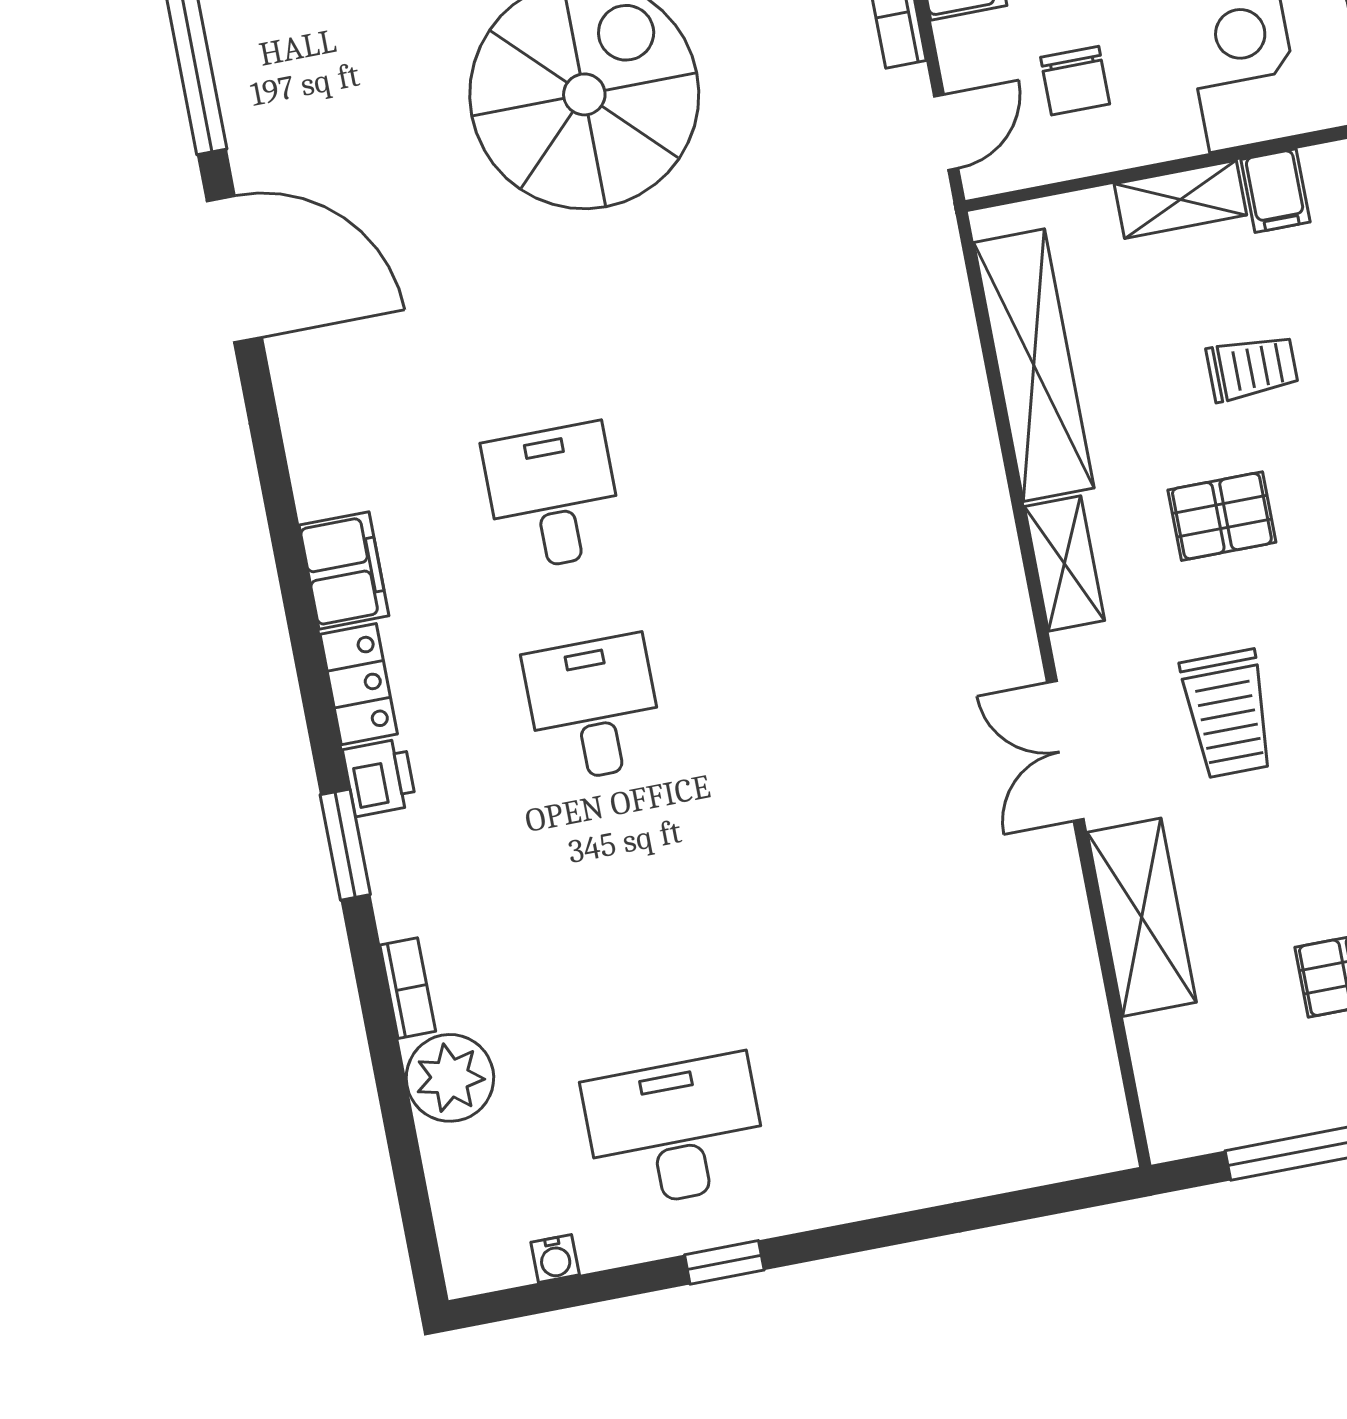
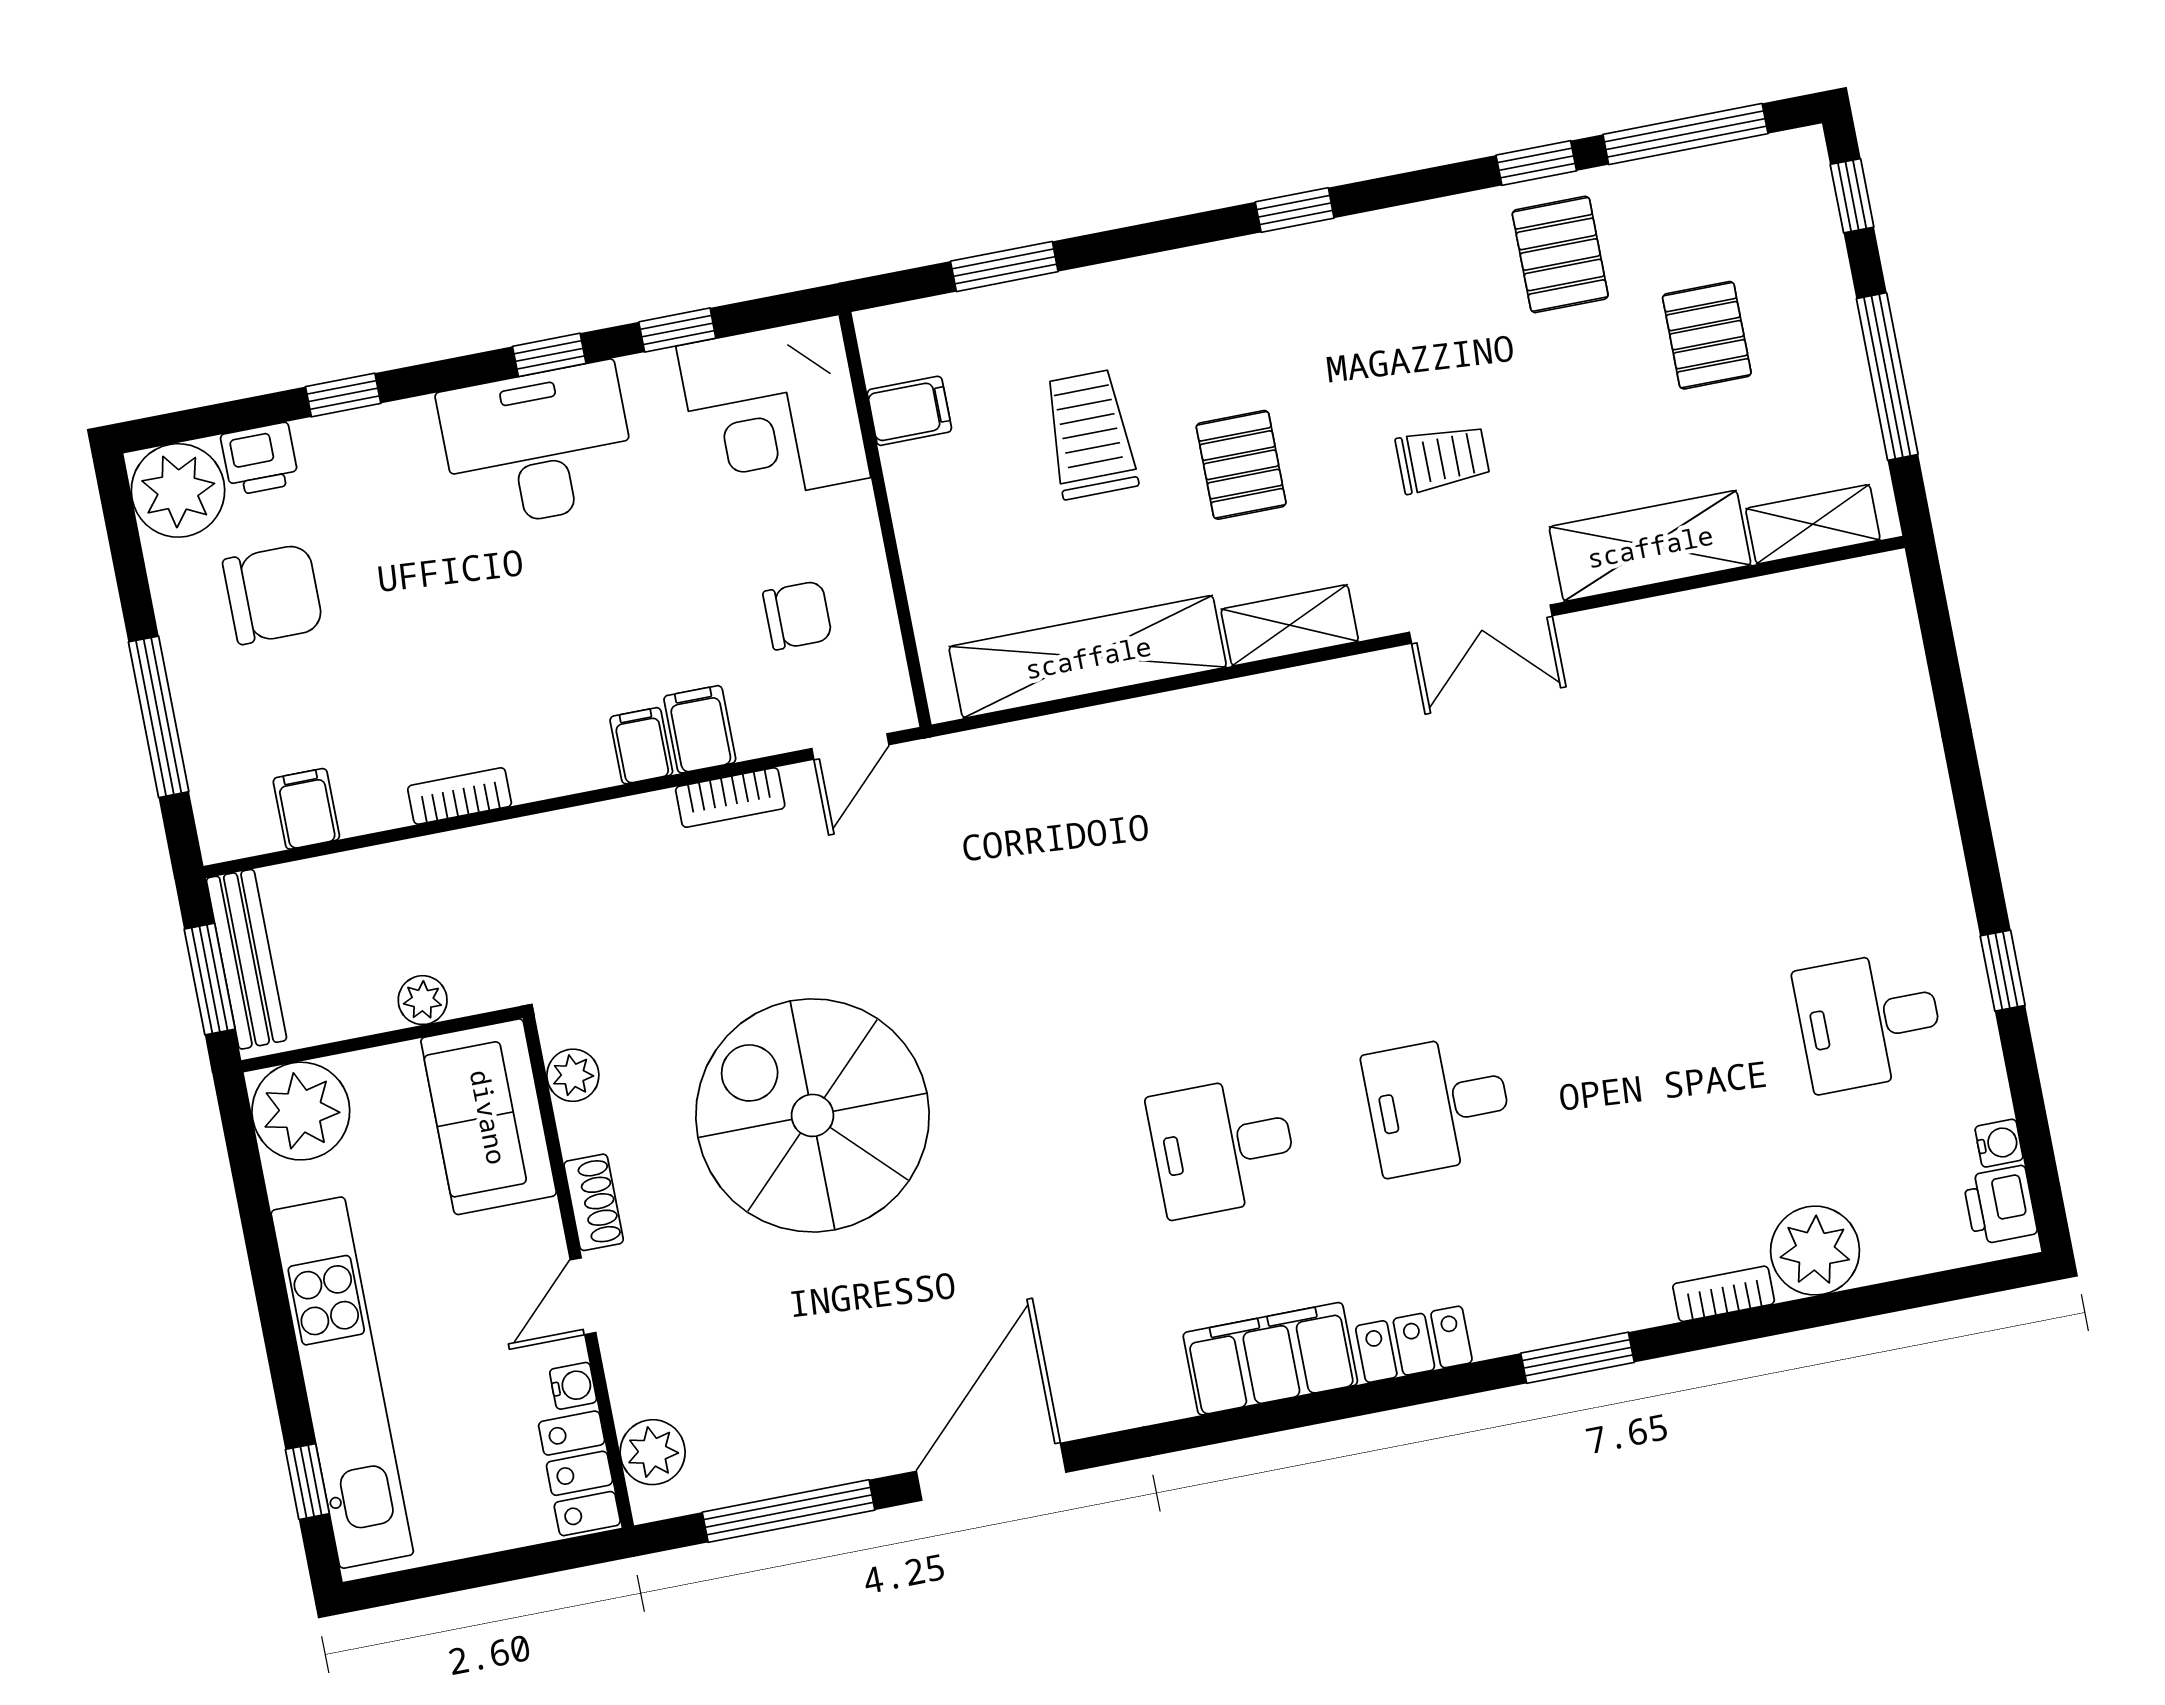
door: (946, 132) -> (850, 747), swing flipped
shelving: (1180, 199) -> (1813, 524), moved, turned 90
trolley: (1252, 368) -> (1090, 434), width x1.36, depth x1.39
filing cabinet: (344, 570) -> (1270, 1359), width x1.50, depth x1.17
trolley: (1228, 714) -> (1443, 459), width x0.73, depth x0.72
printer: (380, 777) -> (2000, 1205), moved, turned -90
desk: (675, 1132) -> (1869, 1021), width x0.73

